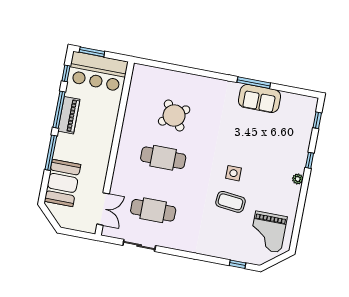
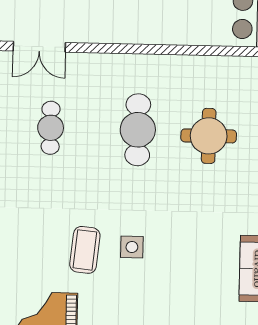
round table: (174, 116) -> (209, 136), turned 37
cafe table: (153, 210) -> (51, 128), width x0.73, depth x0.74

